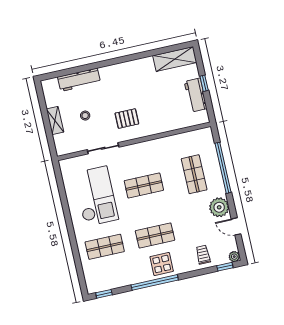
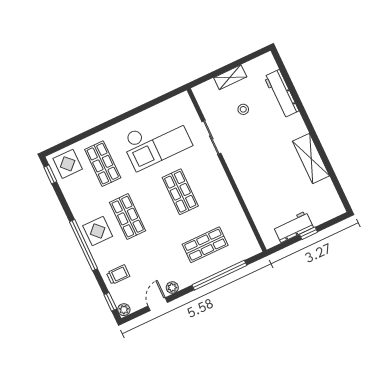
shelving: (175, 59) -> (311, 159), moved
pallet: (127, 119) -> (250, 156), removed
plant: (219, 207) -> (172, 288), width x0.53, depth x0.53
display table: (98, 277) -> (68, 164), added
window: (155, 282) -> (84, 245), moved

